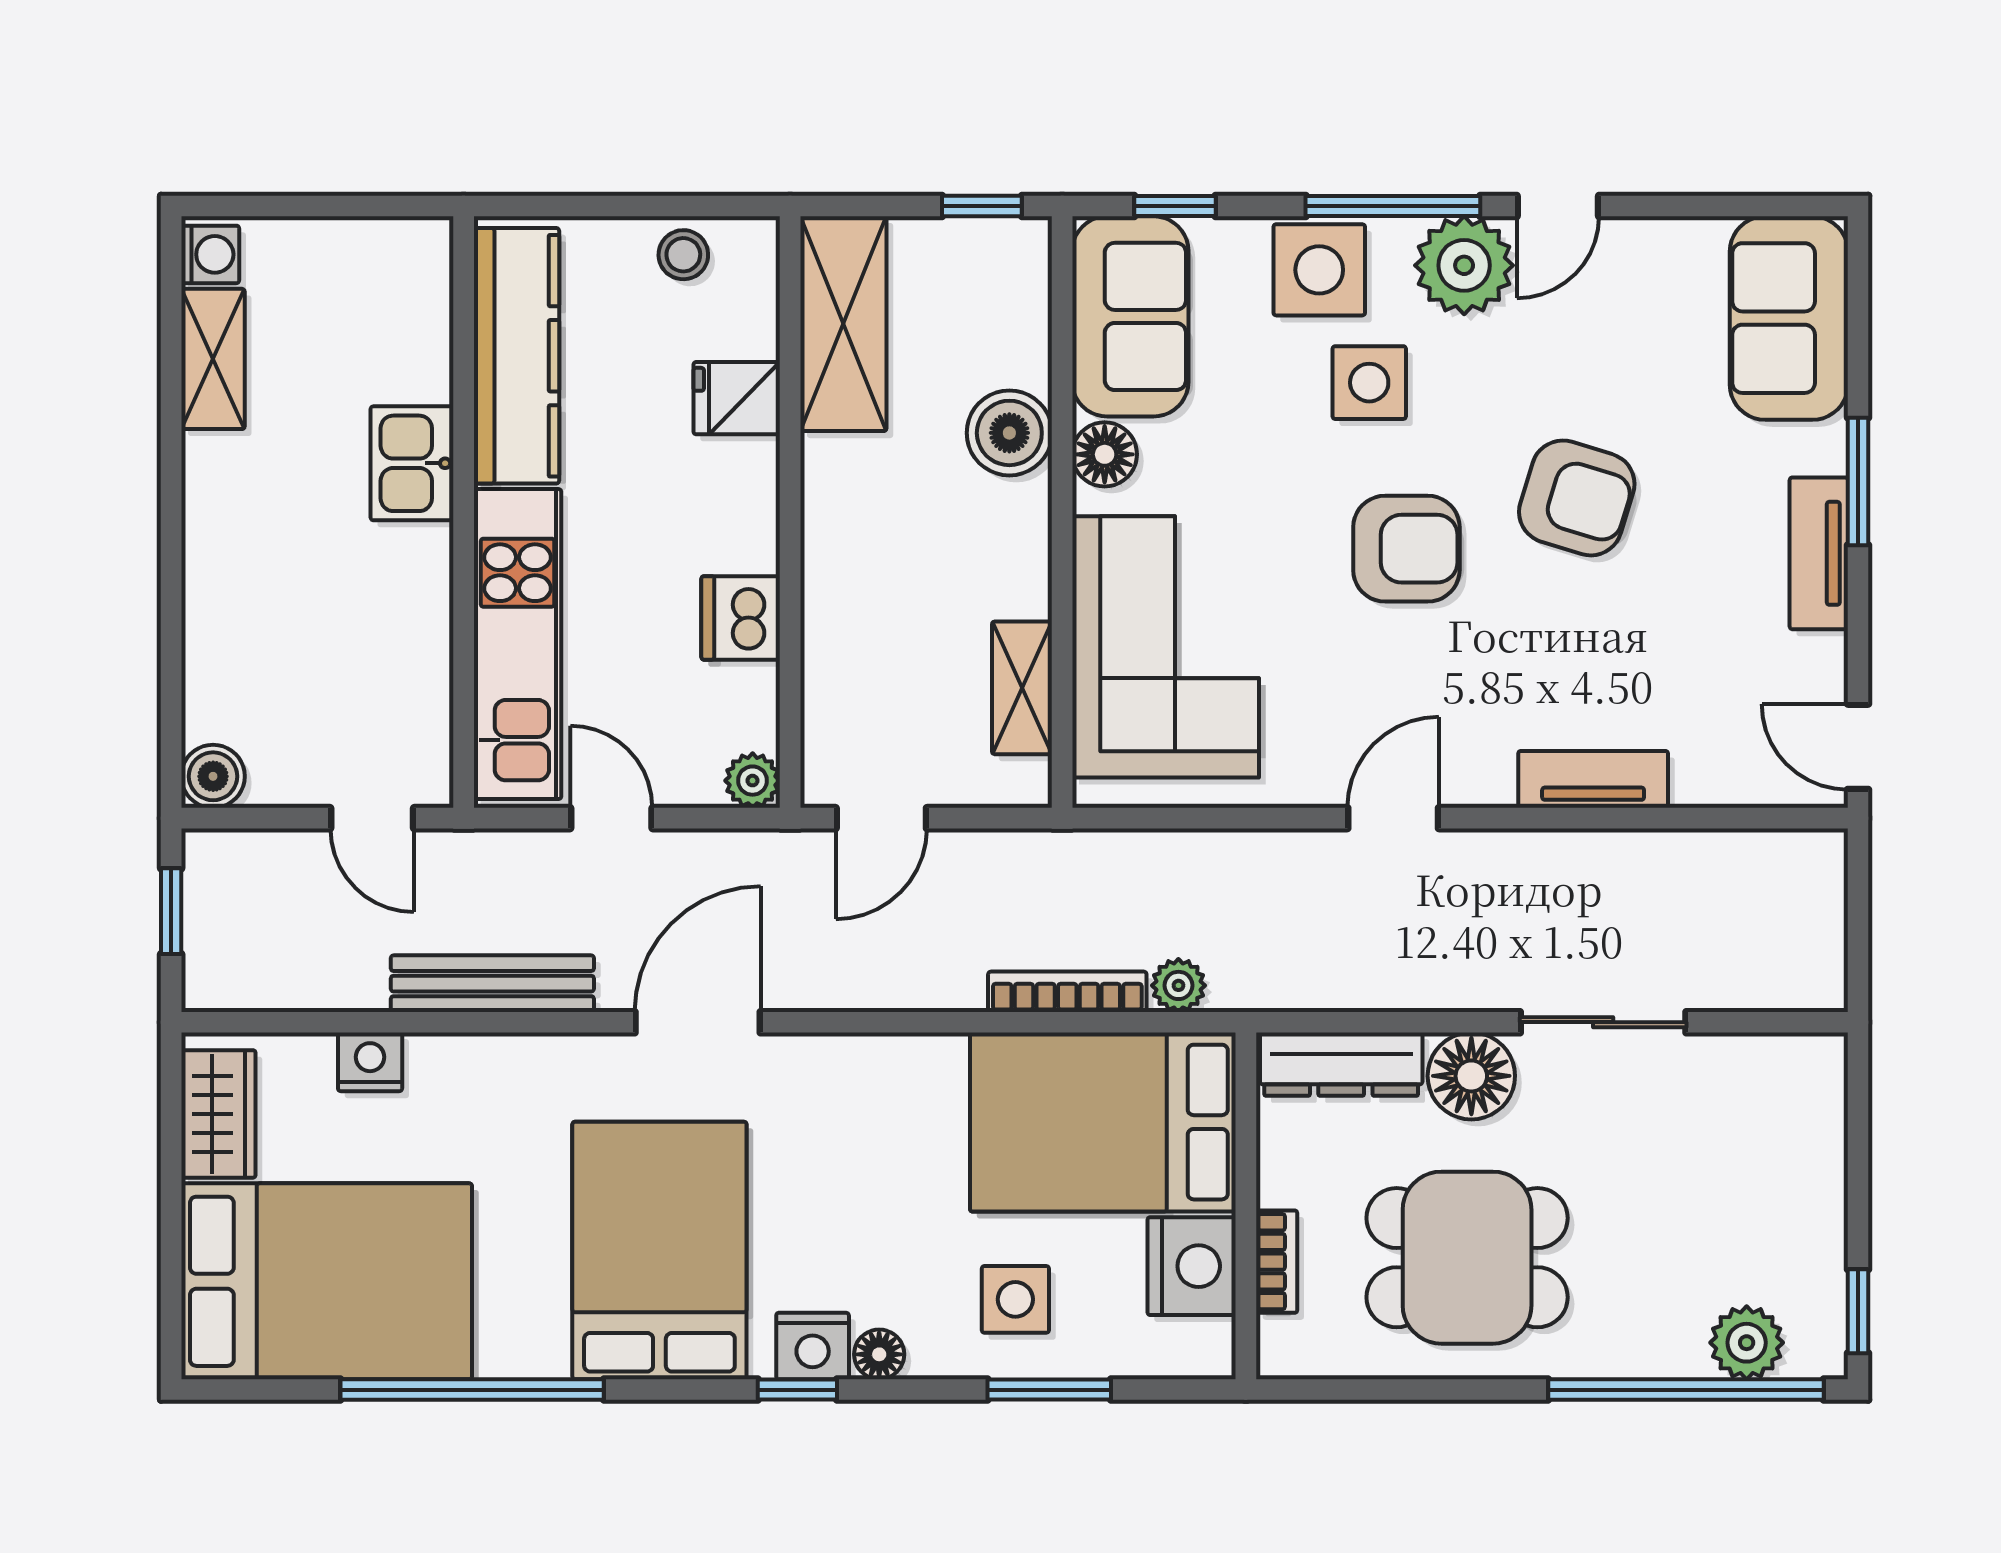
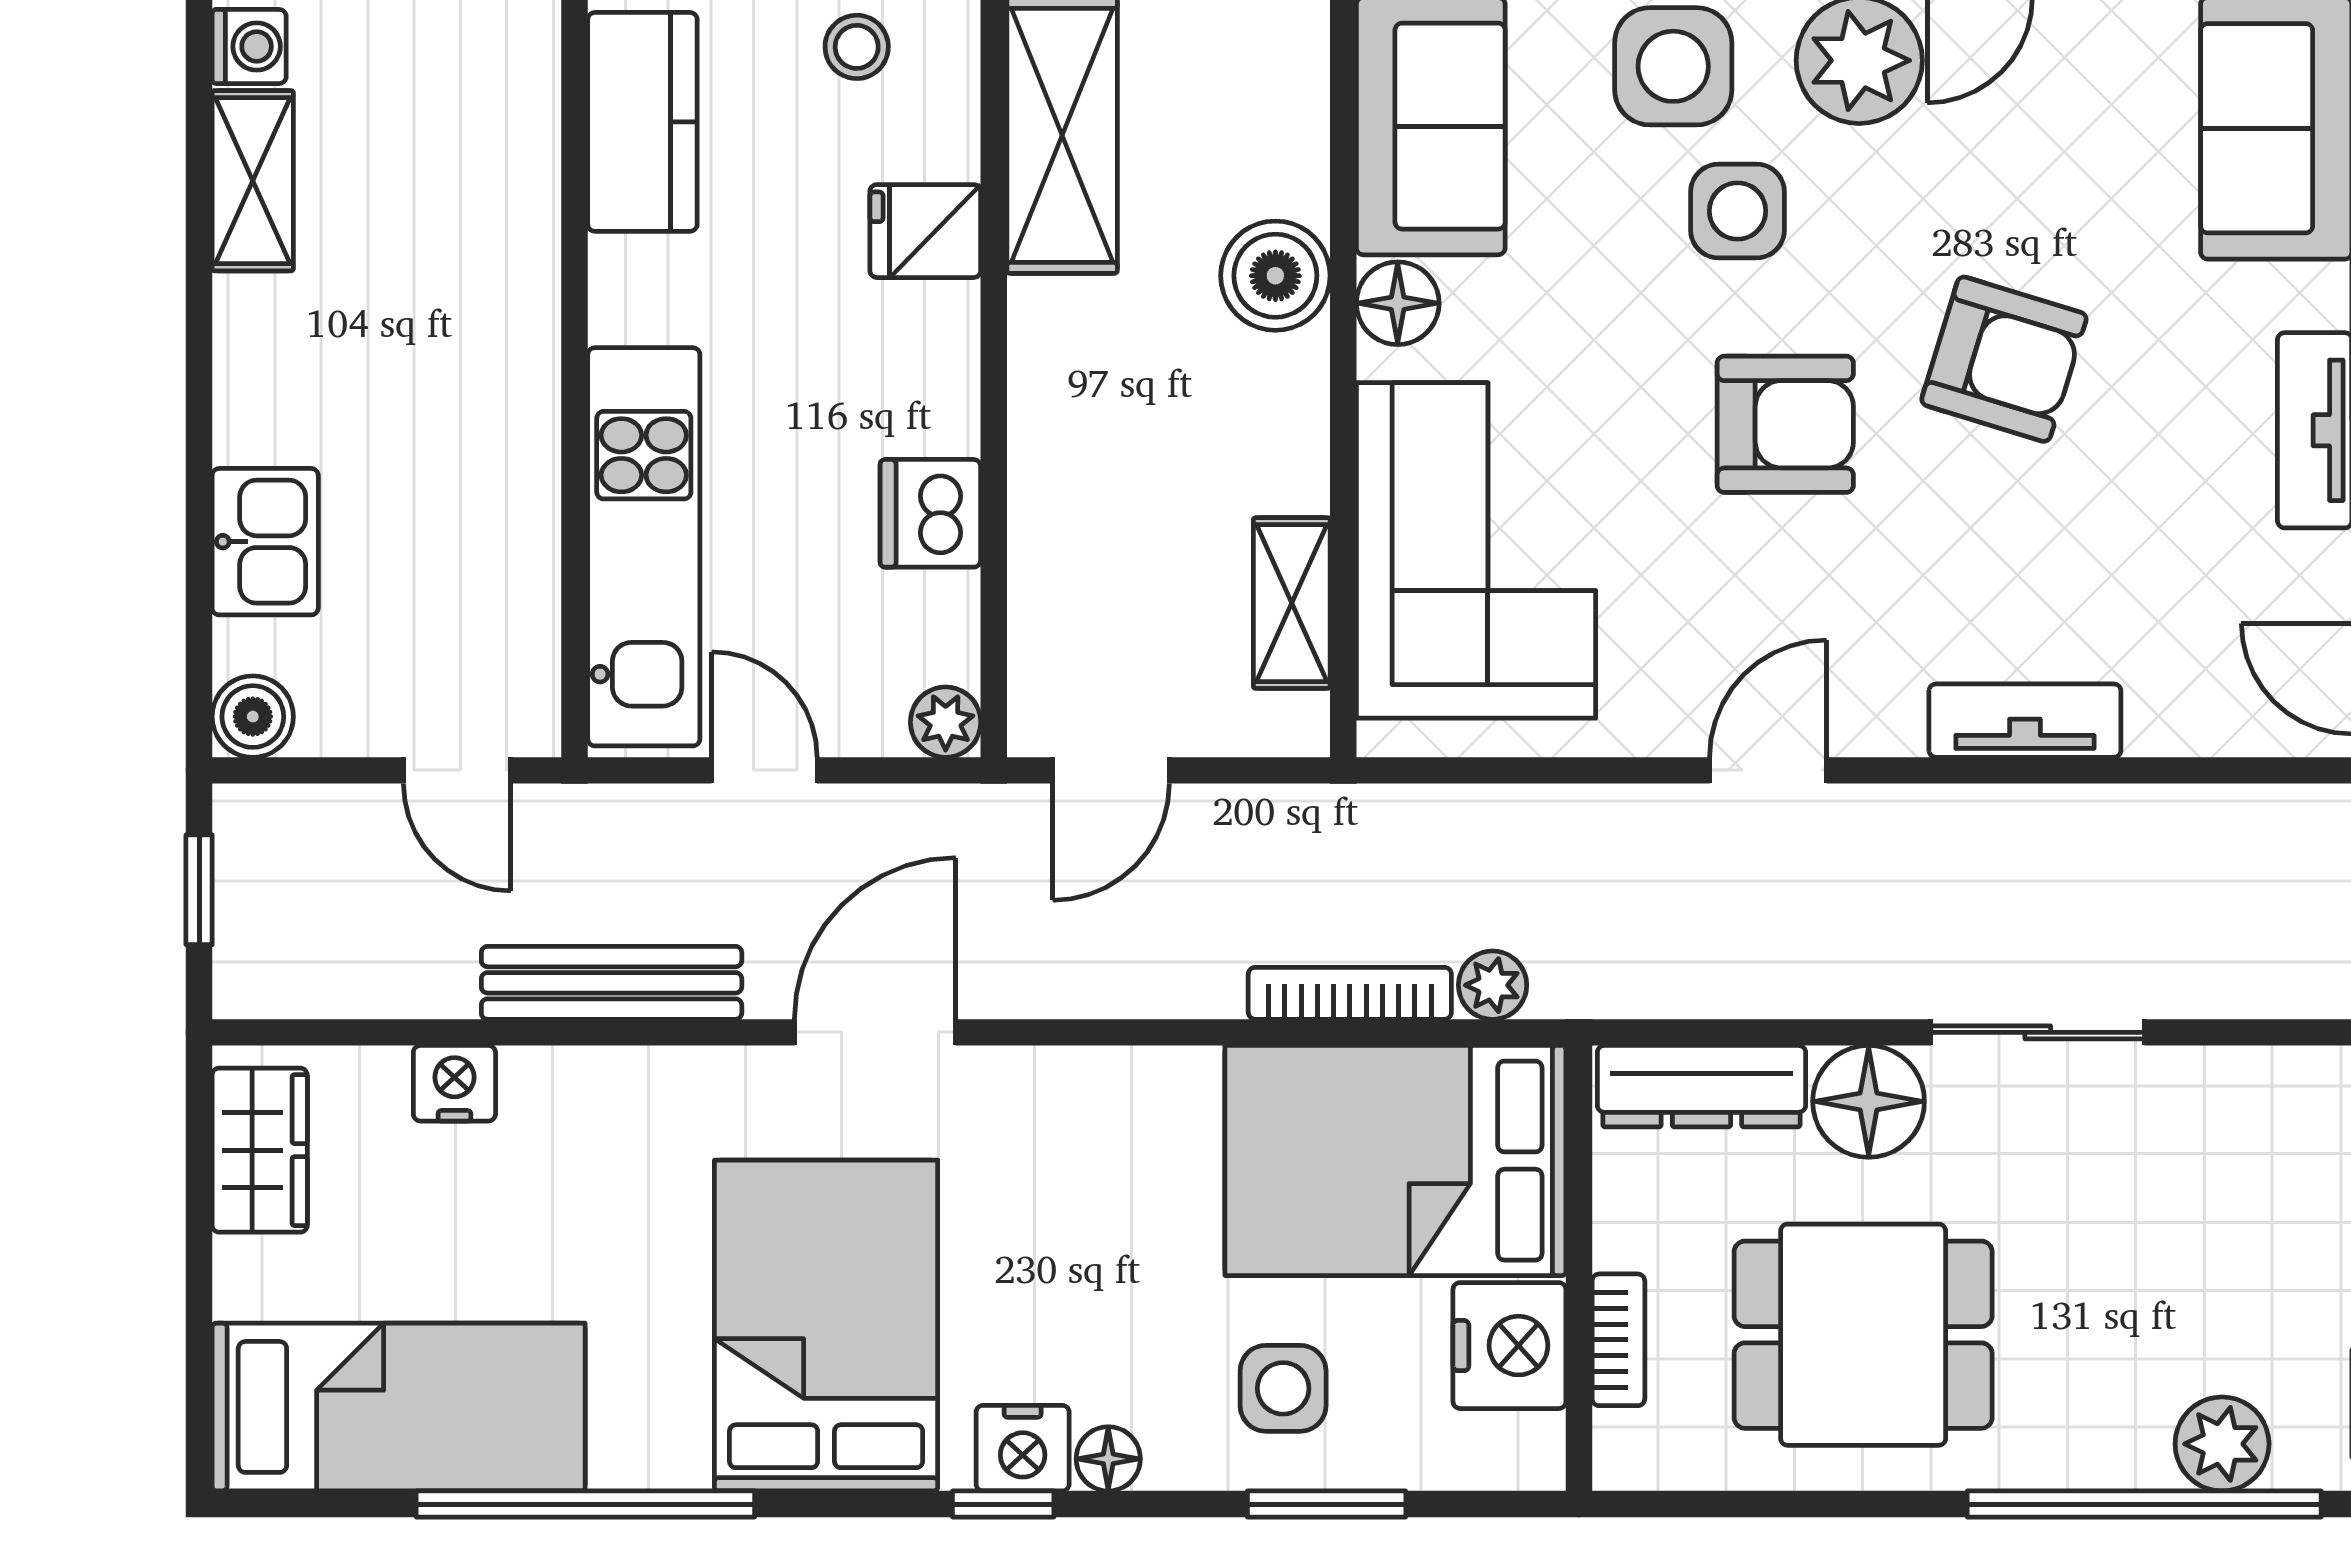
kitchen counter: (516, 356) -> (642, 122), width x0.67
kitchen sink: (412, 463) -> (265, 542), moved, turned 180
bed: (327, 1281) -> (399, 1407), width x0.67

